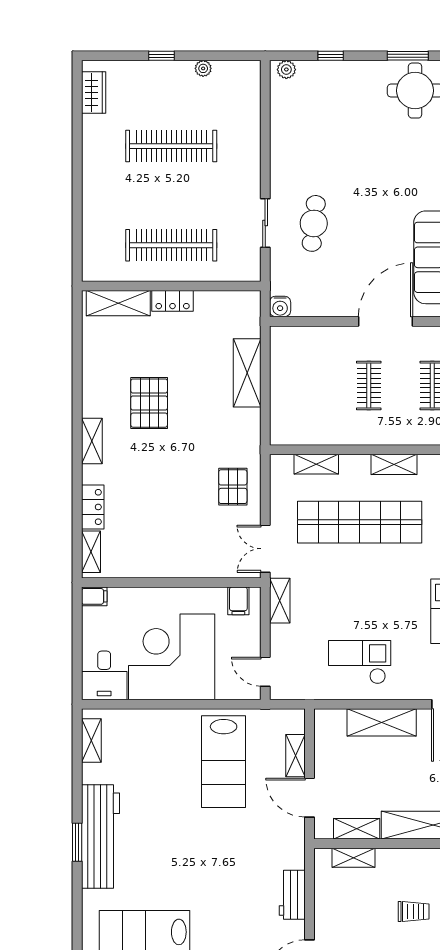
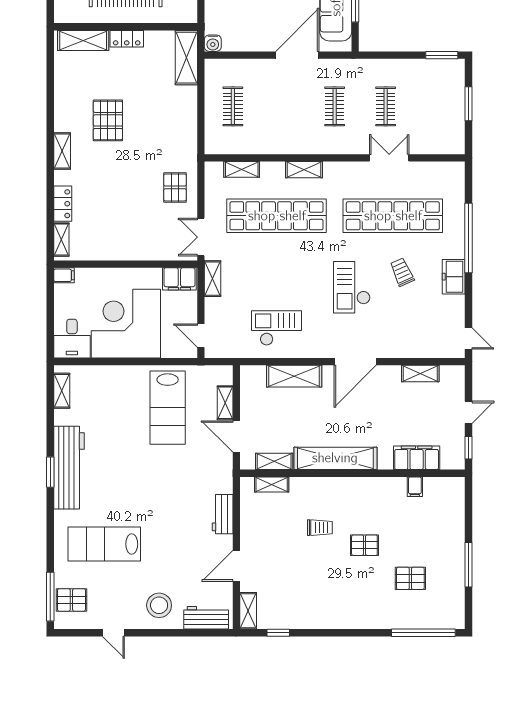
shelving: (247, 373) -> (186, 58), moved
clothes rail: (369, 386) -> (233, 106), moved
filing cabinet: (238, 601) -> (179, 279), width x2.00

